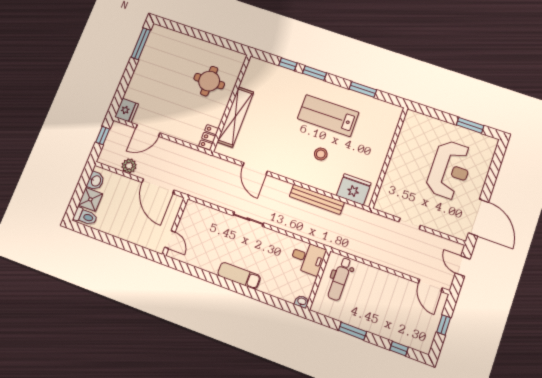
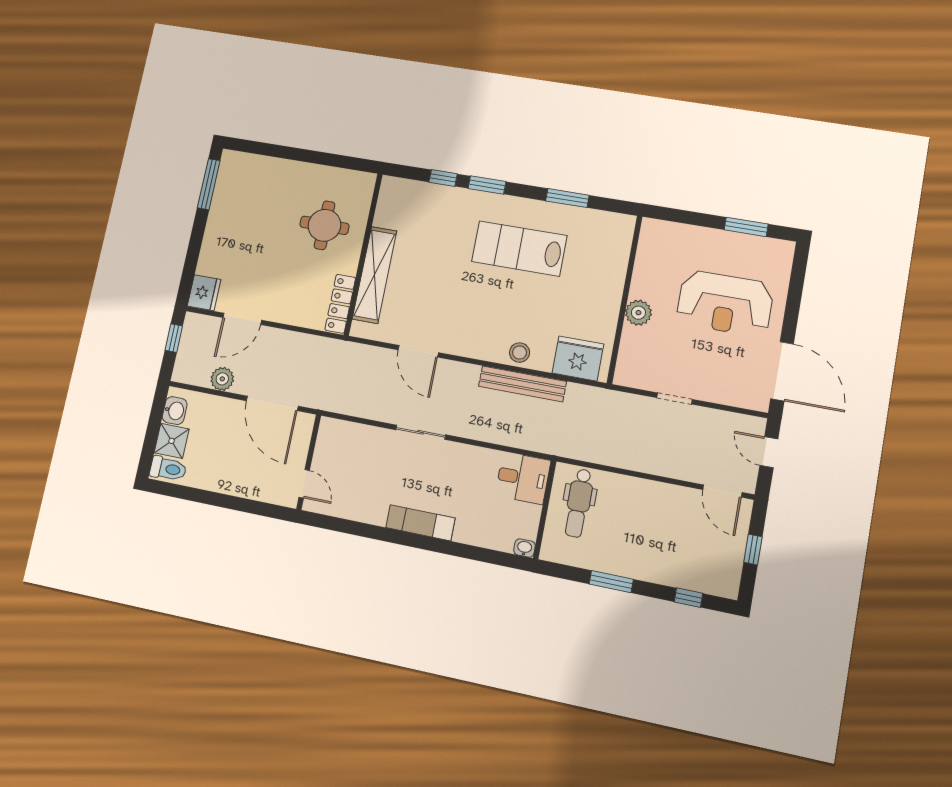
locker: (209, 137) -> (340, 304), width x1.53
stool: (321, 154) -> (520, 353), moved
plant: (396, 167) -> (638, 313), added
reception desk: (450, 170) -> (725, 303), turned 90

